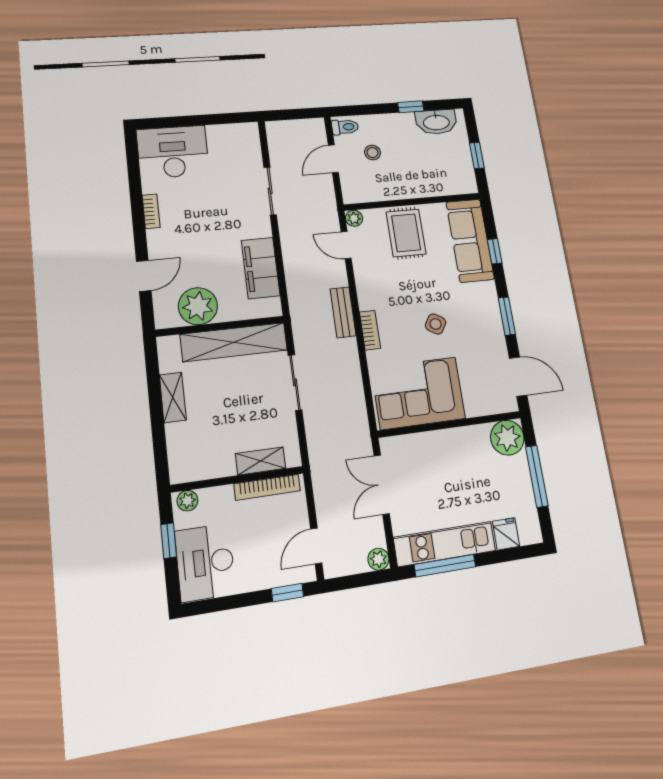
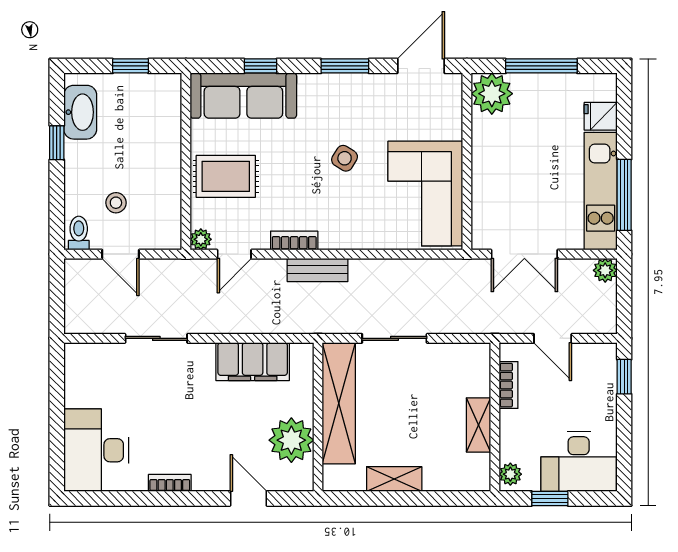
bookcase: (370, 330) -> (294, 240), moved
shelving: (261, 461) -> (479, 425), moved
bookcase: (267, 487) -> (509, 385), width x0.64
door: (316, 546) -> (553, 338), moved

